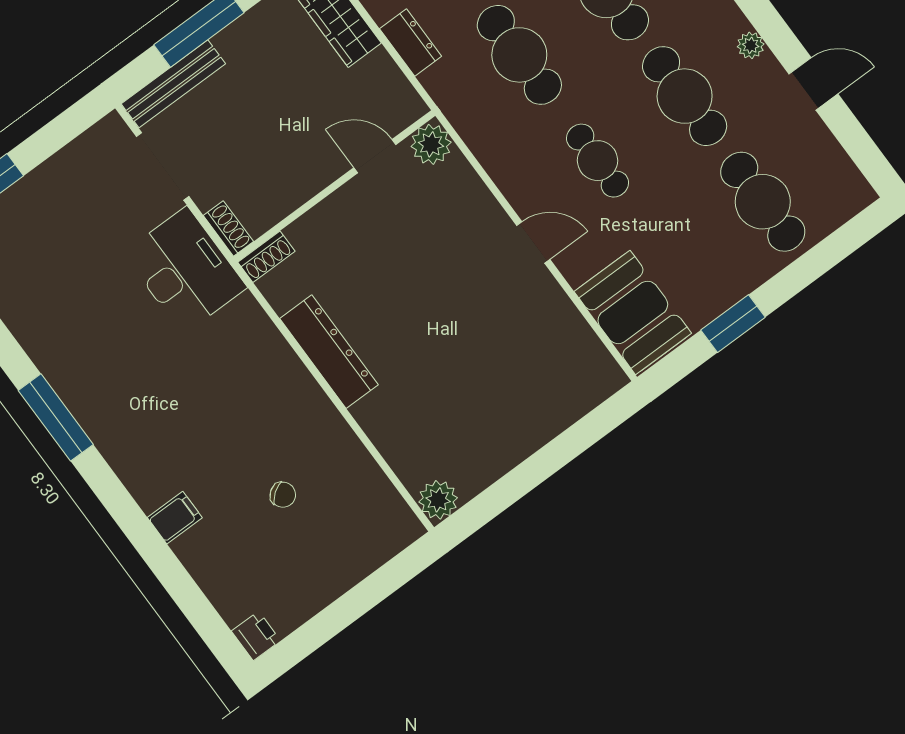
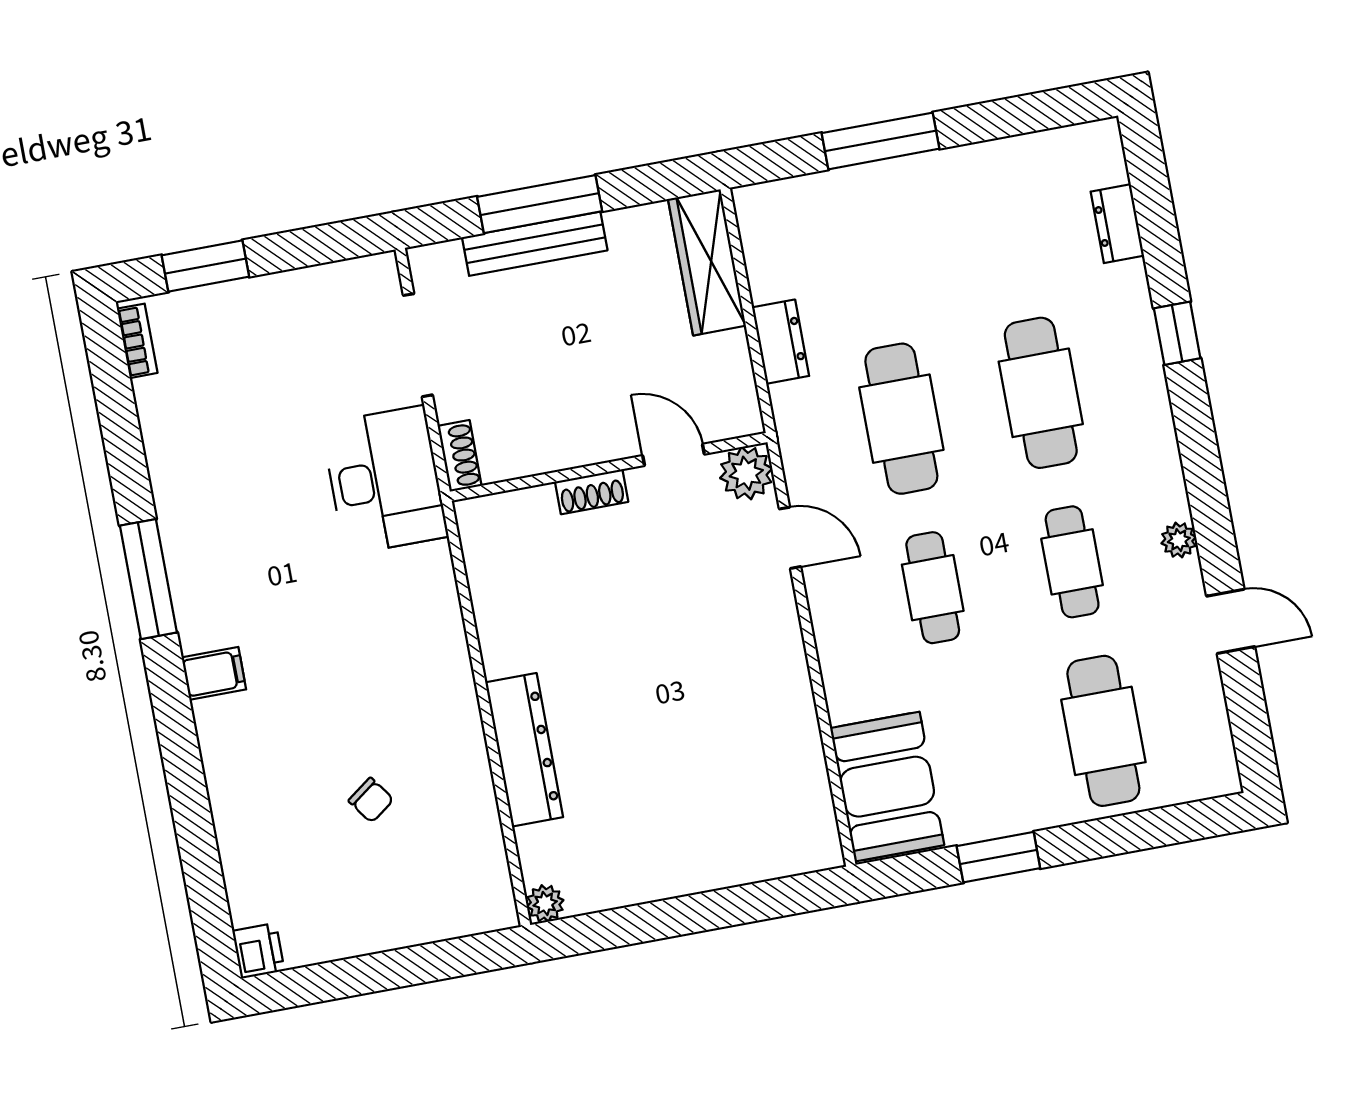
bench: (173, 84) -> (535, 244), moved
cafe table: (685, 96) -> (1072, 562), width x0.73, depth x0.74
door: (533, 242) -> (790, 538), moved
shoe rack: (266, 257) -> (592, 492), moved
dresser: (329, 352) -> (524, 750), moved
plant: (438, 500) -> (545, 903), width x0.73, depth x0.73
filing cabinet: (175, 518) -> (214, 673), moved

